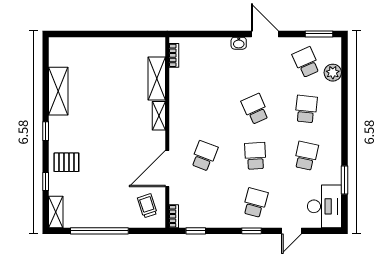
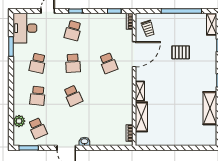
school desk: (204, 156) -> (108, 63), turned -42
pallet: (66, 162) -> (181, 52), moved

